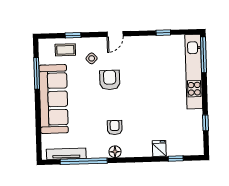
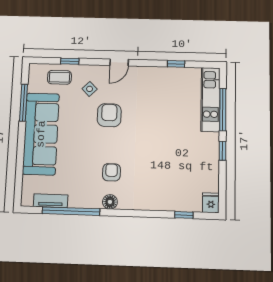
window: (204, 55) -> (223, 110), moved
kitchen unit: (194, 72) -> (210, 99), width x0.73
window: (206, 123) -> (223, 151), moved
fridge: (159, 148) -> (211, 203), moved
tv unit: (66, 154) -> (51, 201), width x0.71

